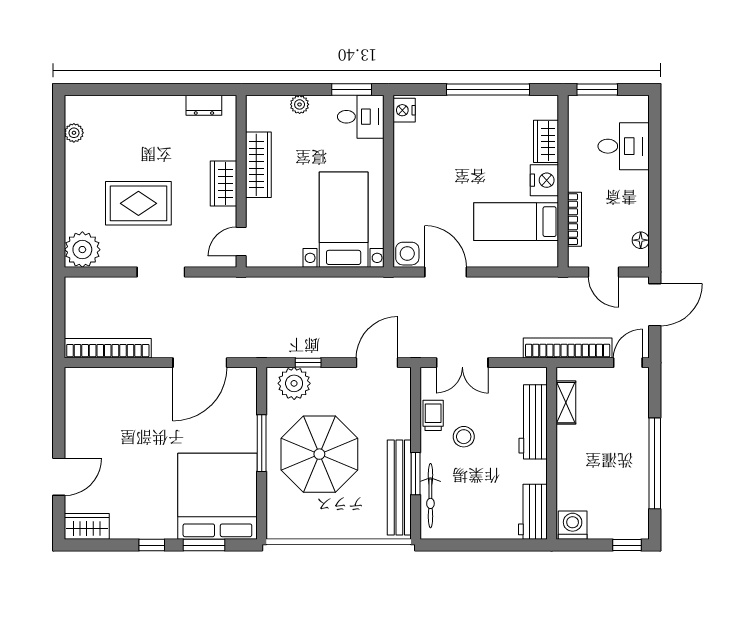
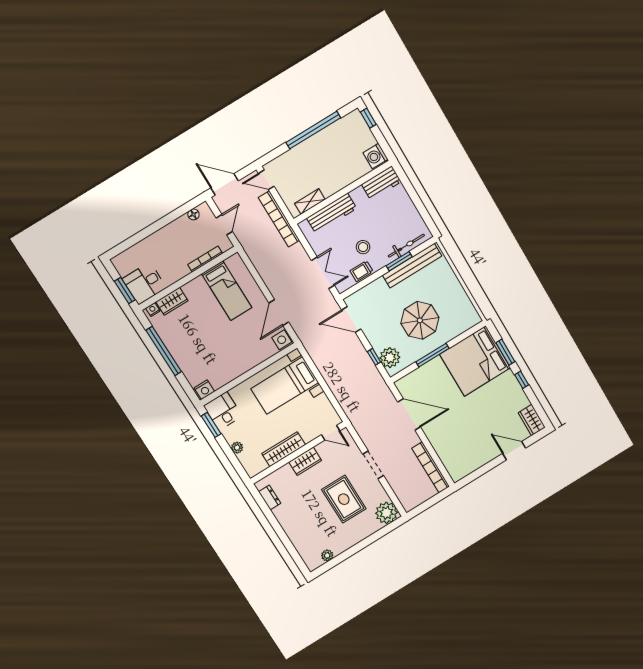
desk: (624, 146) -> (144, 283), moved, turned -90
nightstand: (544, 180) -> (153, 310), moved, width x0.53, depth x0.56
parasol: (319, 454) -> (420, 320), width x0.73, depth x0.73

